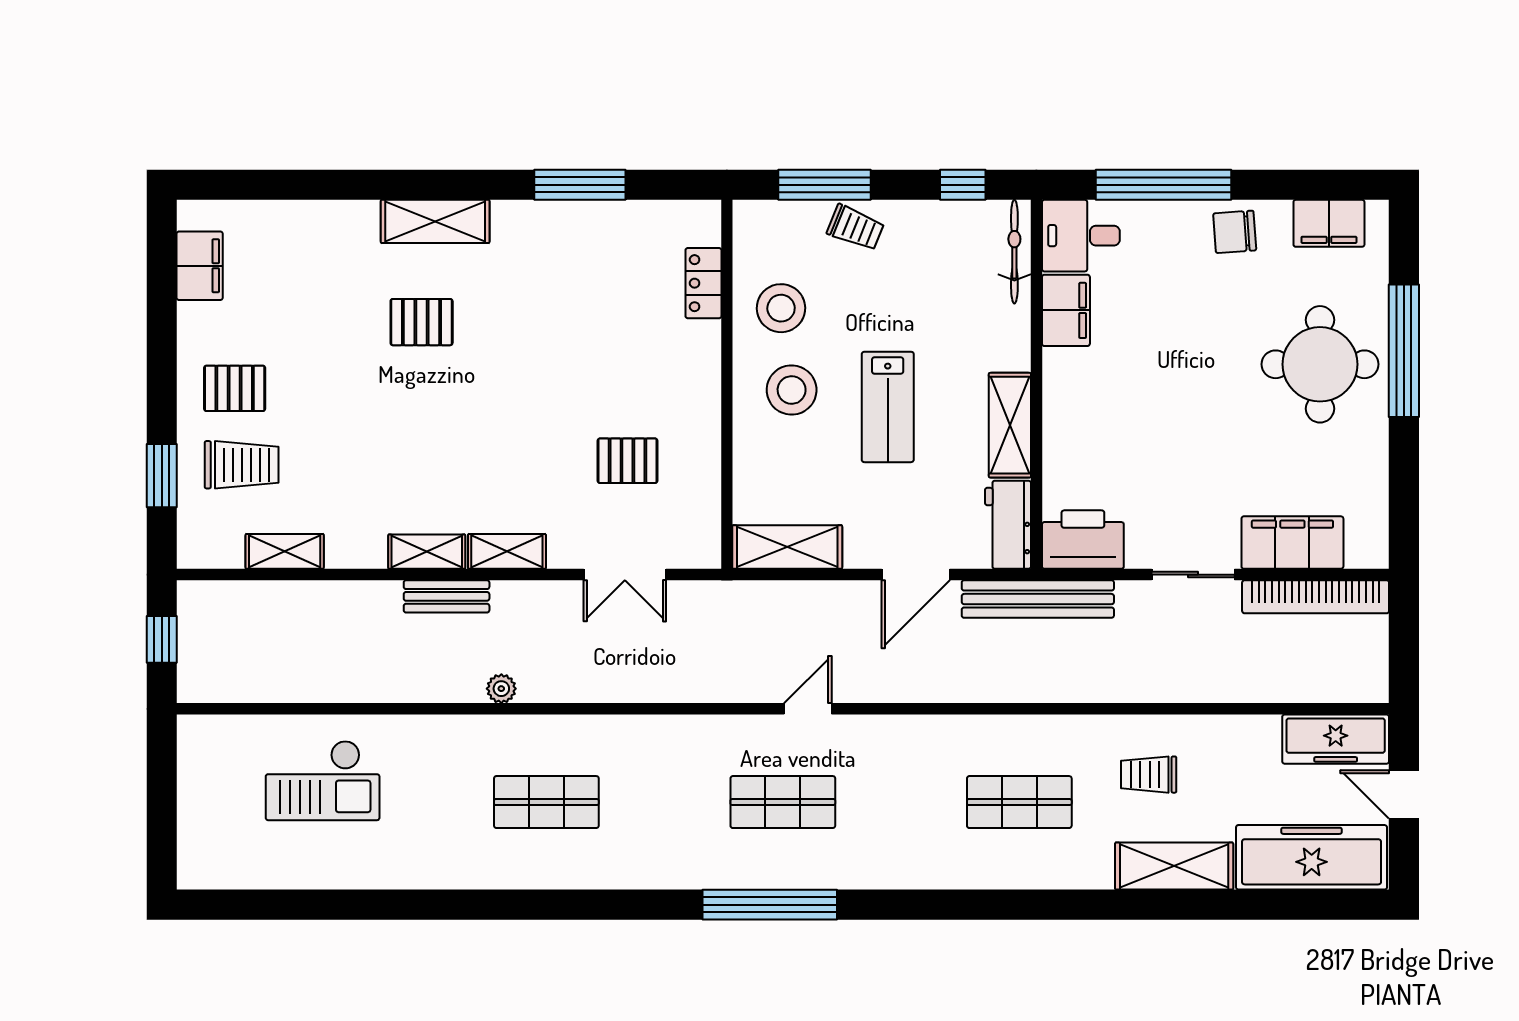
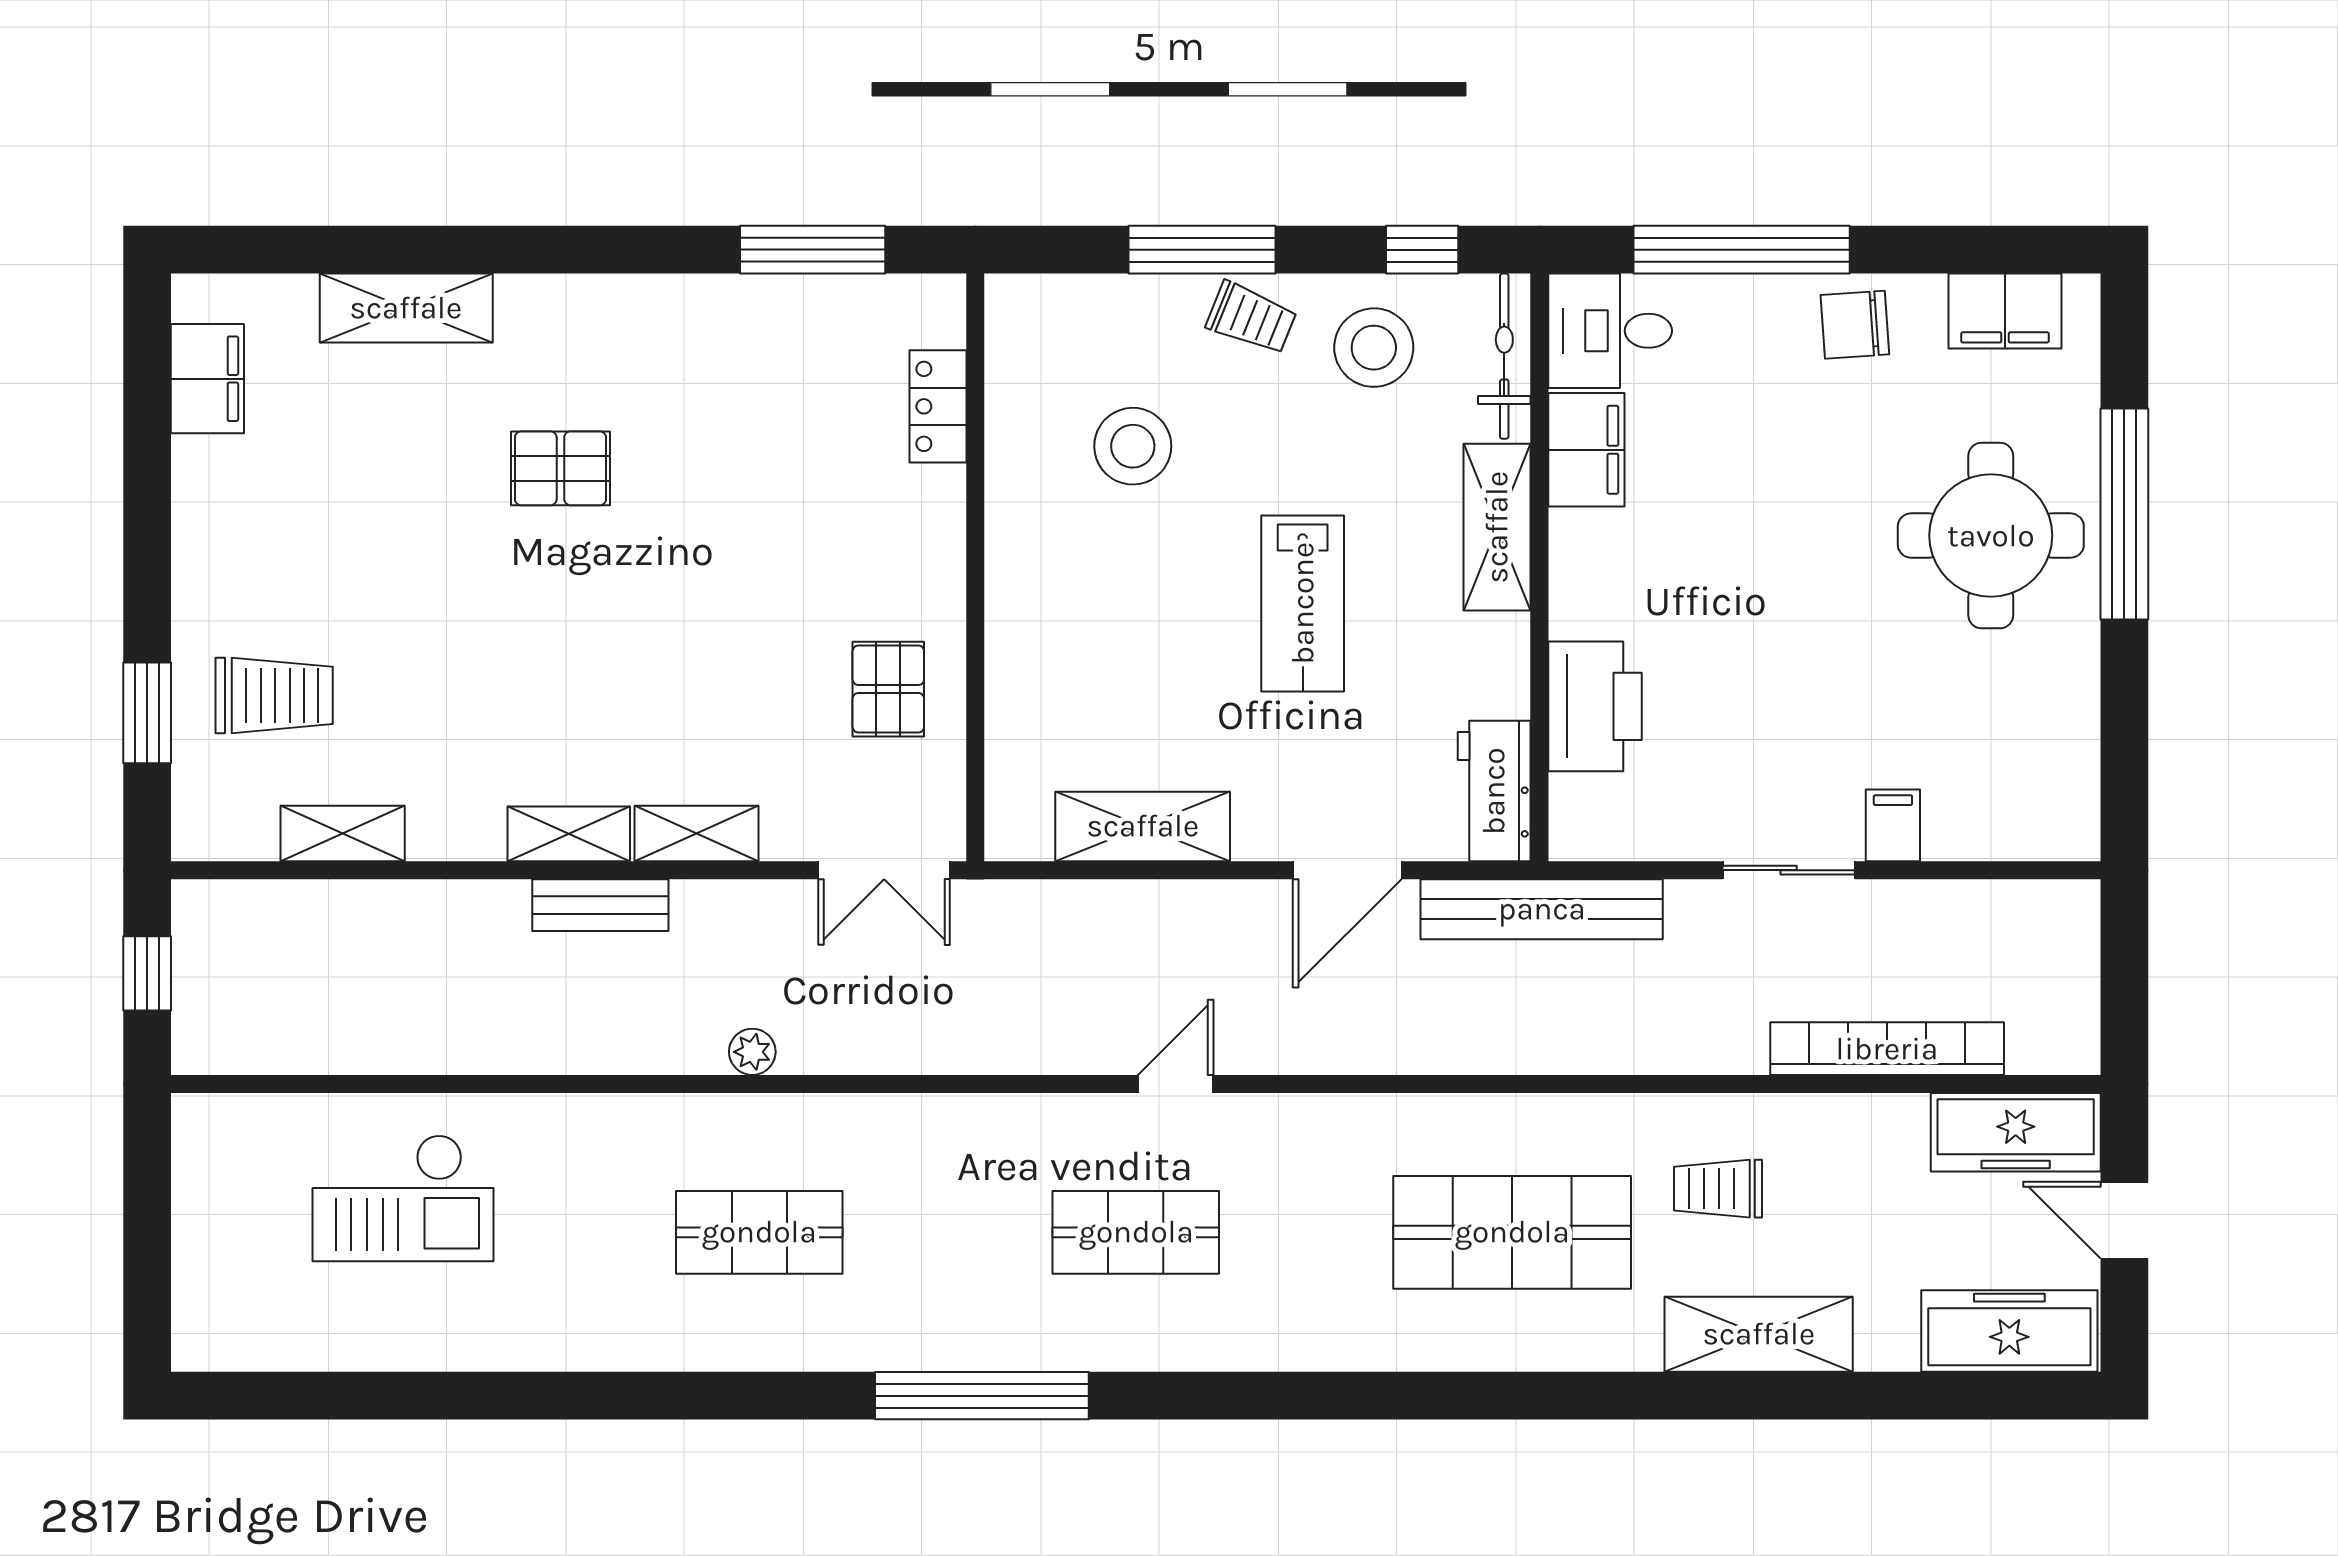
shelving: (435, 221) -> (406, 308), moved
locker: (703, 283) -> (938, 406), moved
wall: (727, 384) -> (975, 567), moved
pallet: (235, 388) -> (263, 574), removed
stool: (792, 390) -> (1374, 348), moved
shelving: (1010, 425) -> (1497, 527), moved
pallet: (627, 461) -> (888, 689), turned 90
printer: (1083, 540) -> (1595, 706), moved, turned 90
filing cabinet: (1292, 543) -> (1893, 825), width x0.33, depth x0.86
bookcase: (1316, 597) -> (1887, 1049), moved, turned 180
plant: (501, 689) -> (752, 1052), moved
shop shelf: (1019, 802) -> (1512, 1232), width x1.43, depth x1.36
freezer: (1312, 857) -> (2009, 1331), width x0.73, depth x0.79
window: (770, 905) -> (982, 1396), moved

